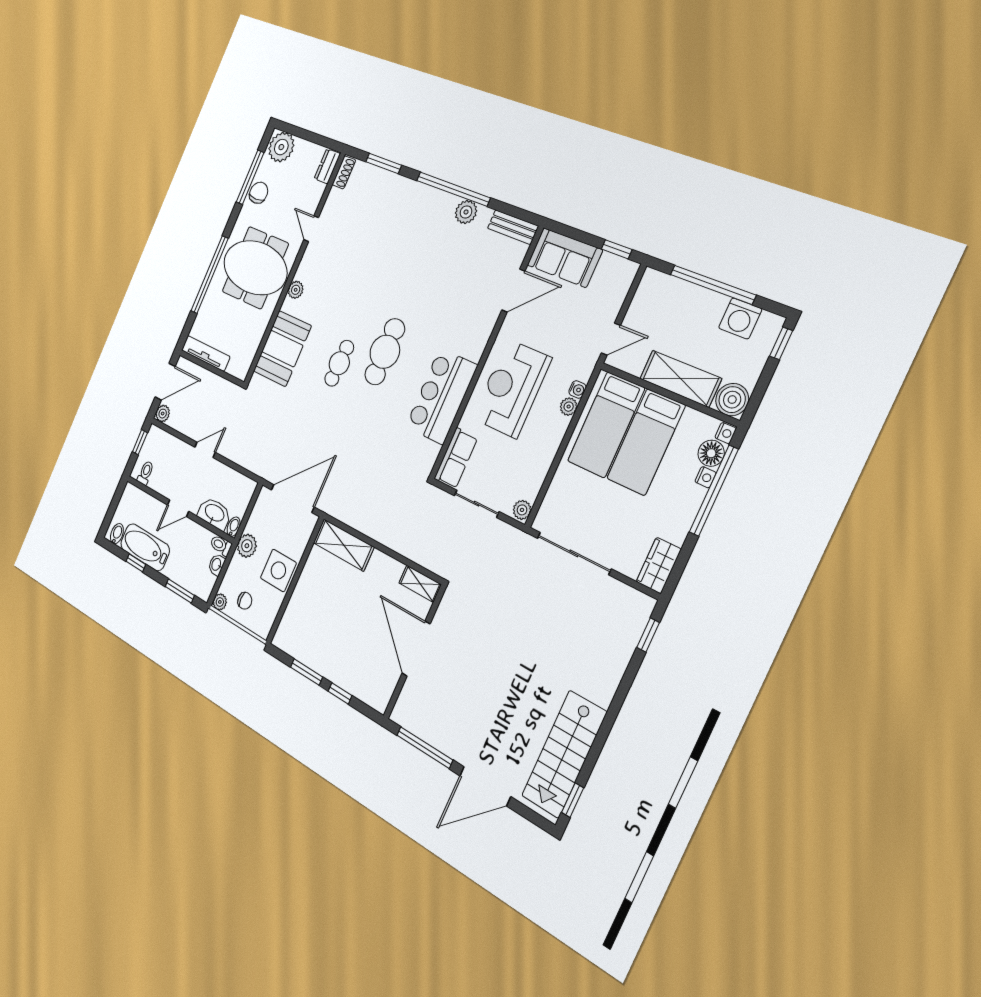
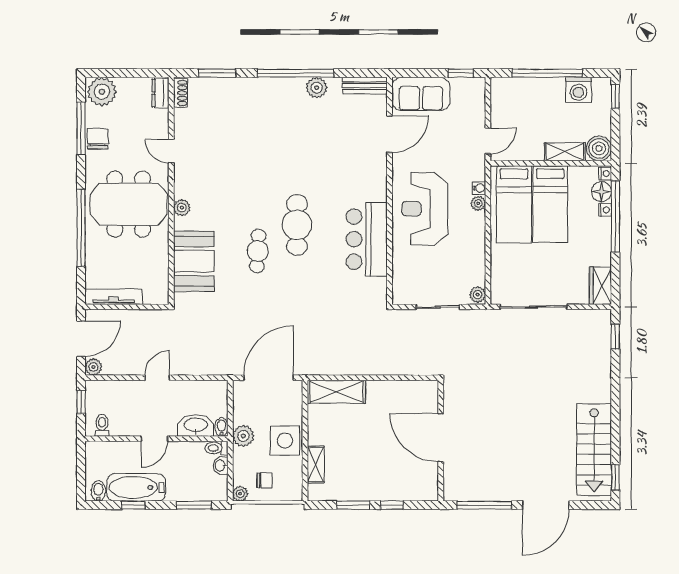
shelving: (680, 379) -> (565, 152), width x0.67, depth x0.75
row of seats: (456, 458) -> (403, 281), removed
shelving: (420, 584) -> (316, 465), moved, turned 90

